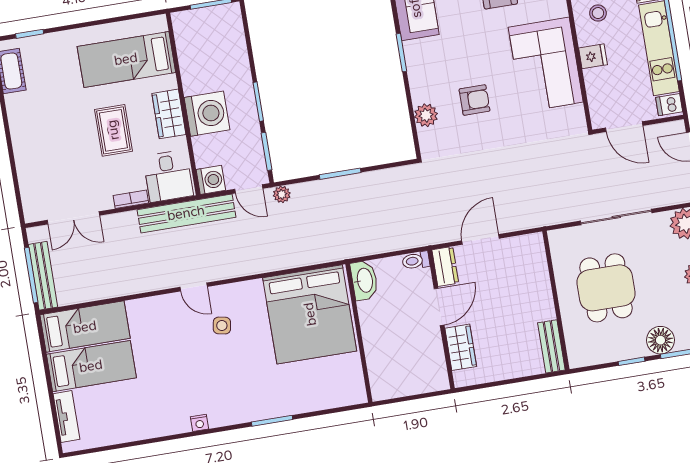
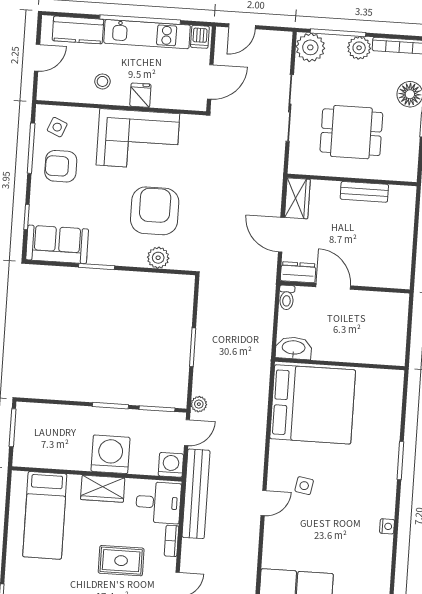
armchair: (475, 100) -> (155, 211), width x1.88, depth x1.88
rug: (113, 130) -> (121, 561), moved
bench: (551, 346) -> (364, 192), moved
wardrobe: (461, 347) -> (297, 198), moved, turned 90

